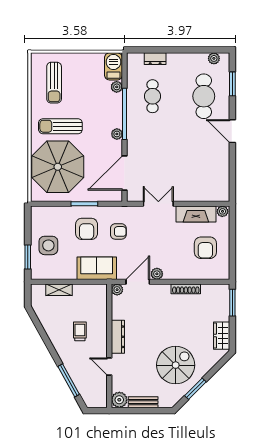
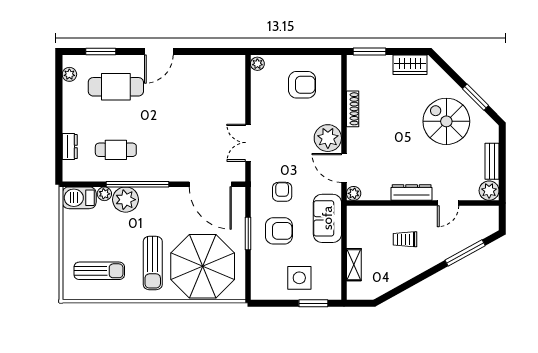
plant: (117, 134) -> (126, 200), moved, width x1.88, depth x1.88
fireplace: (196, 214) -> (261, 96), removed
plant: (157, 274) -> (328, 138), width x1.87, depth x1.87

